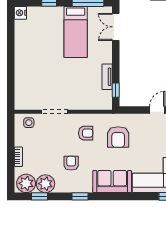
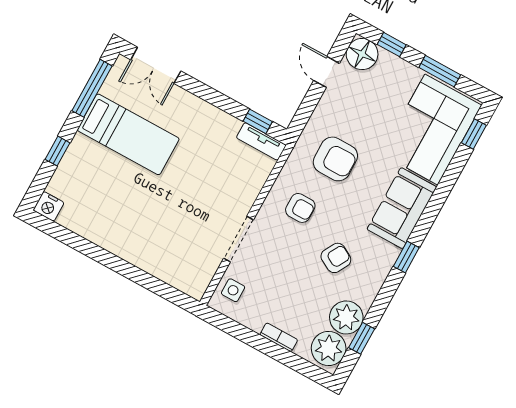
tv unit: (107, 77) -> (261, 141), moved
armchair: (86, 133) -> (300, 208), turned 90
armchair: (71, 163) -> (336, 258), turned 119
window: (80, 196) -> (406, 257), moved

